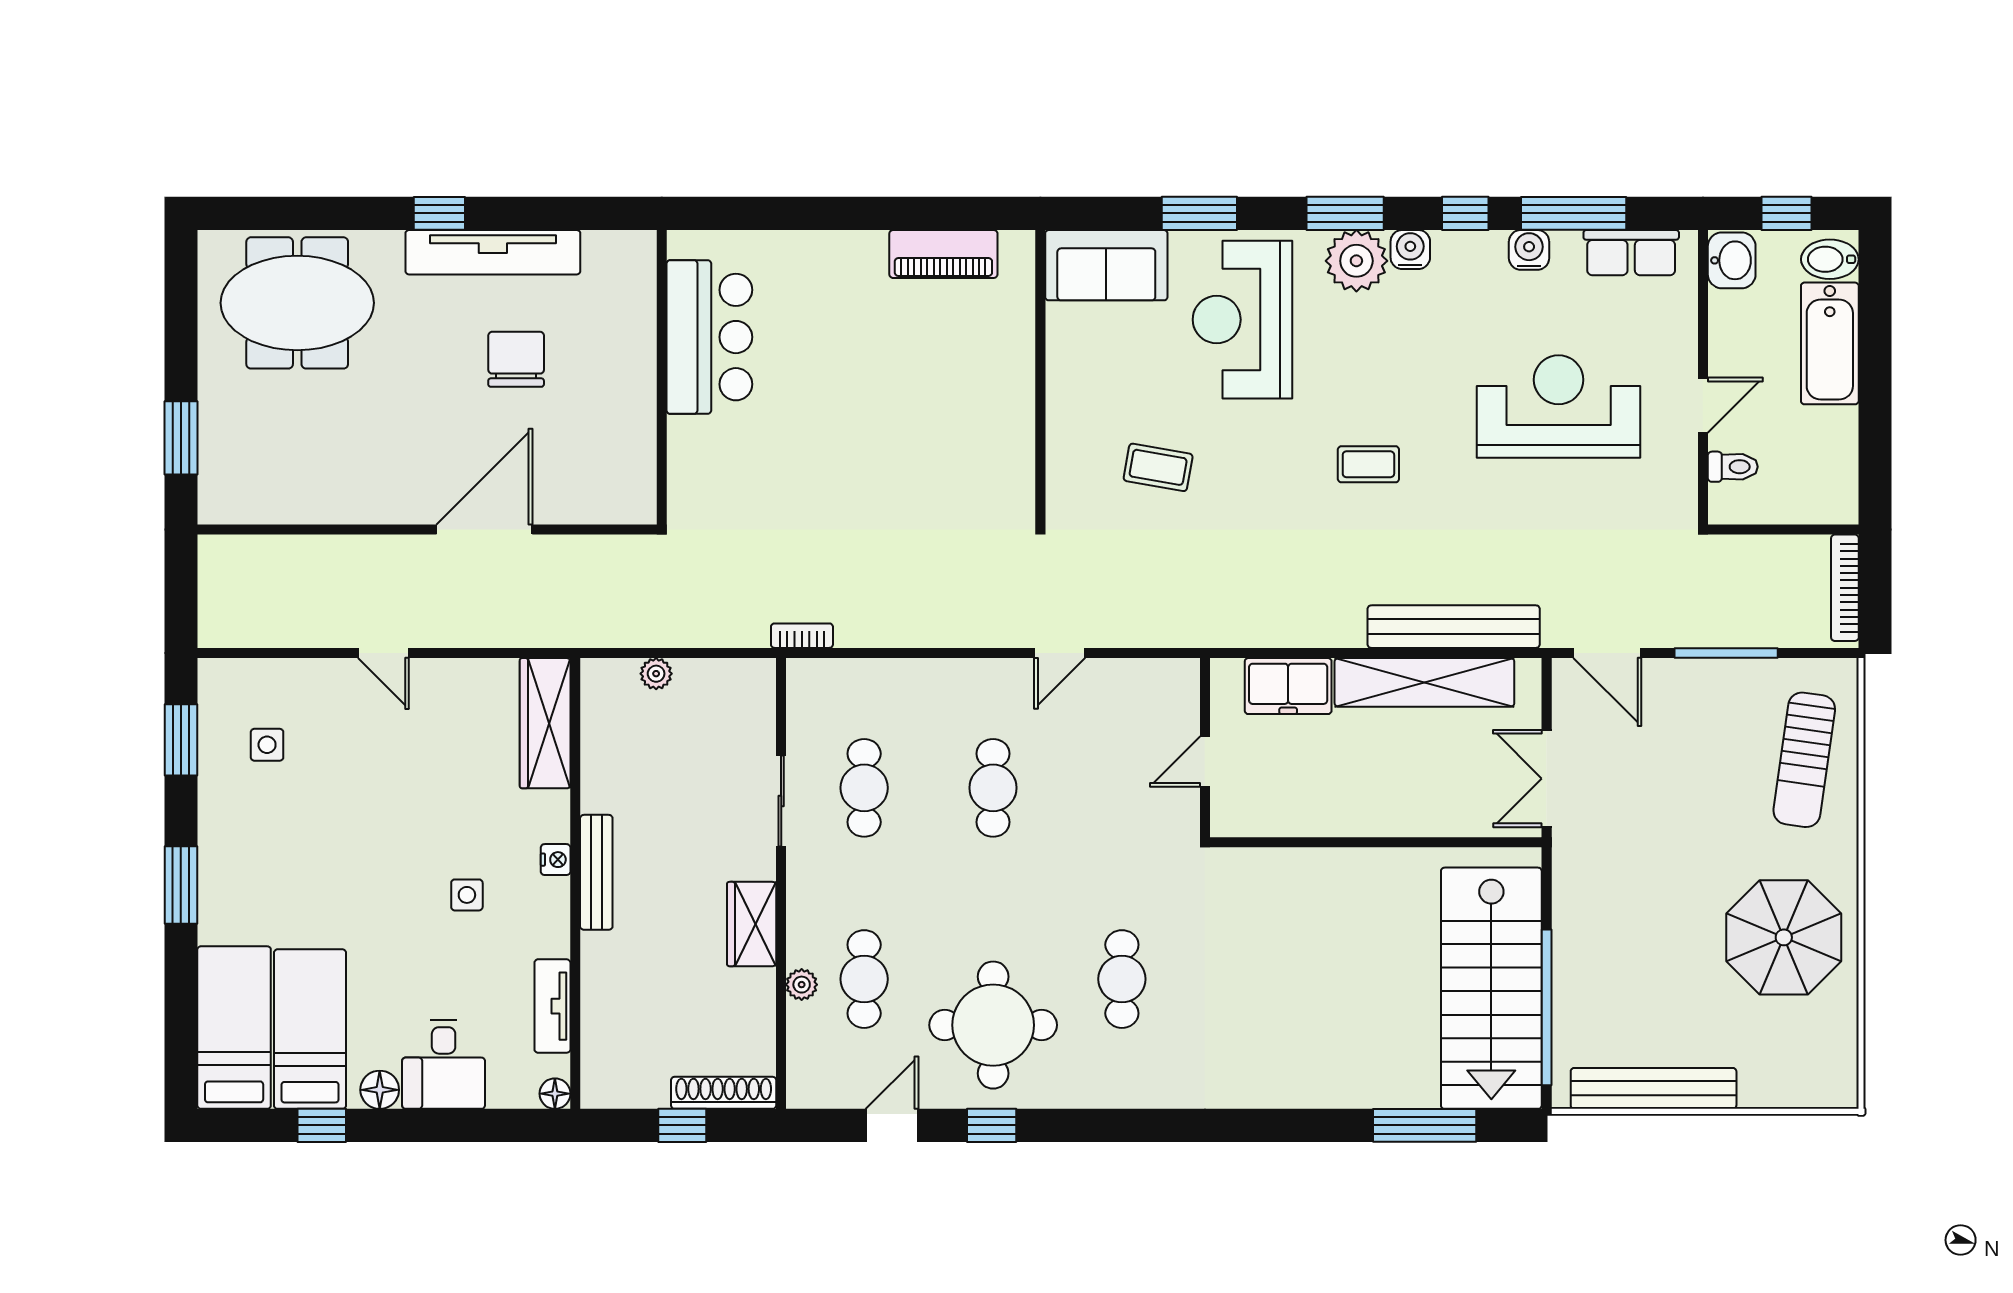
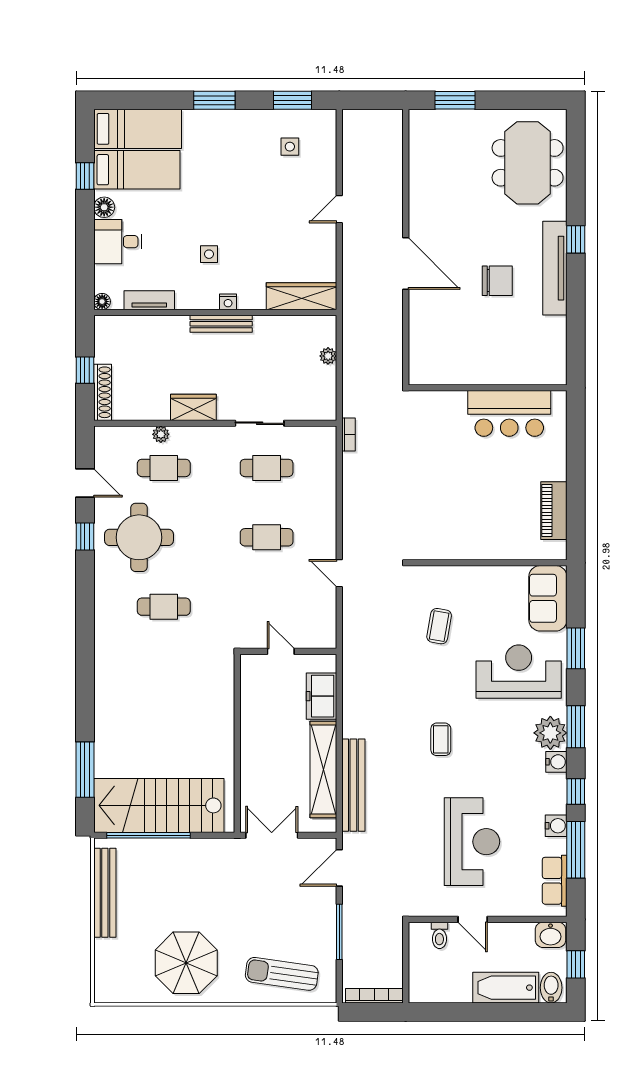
bar counter: (709, 337) -> (509, 413), moved
wall: (662, 377) -> (488, 388), moved

